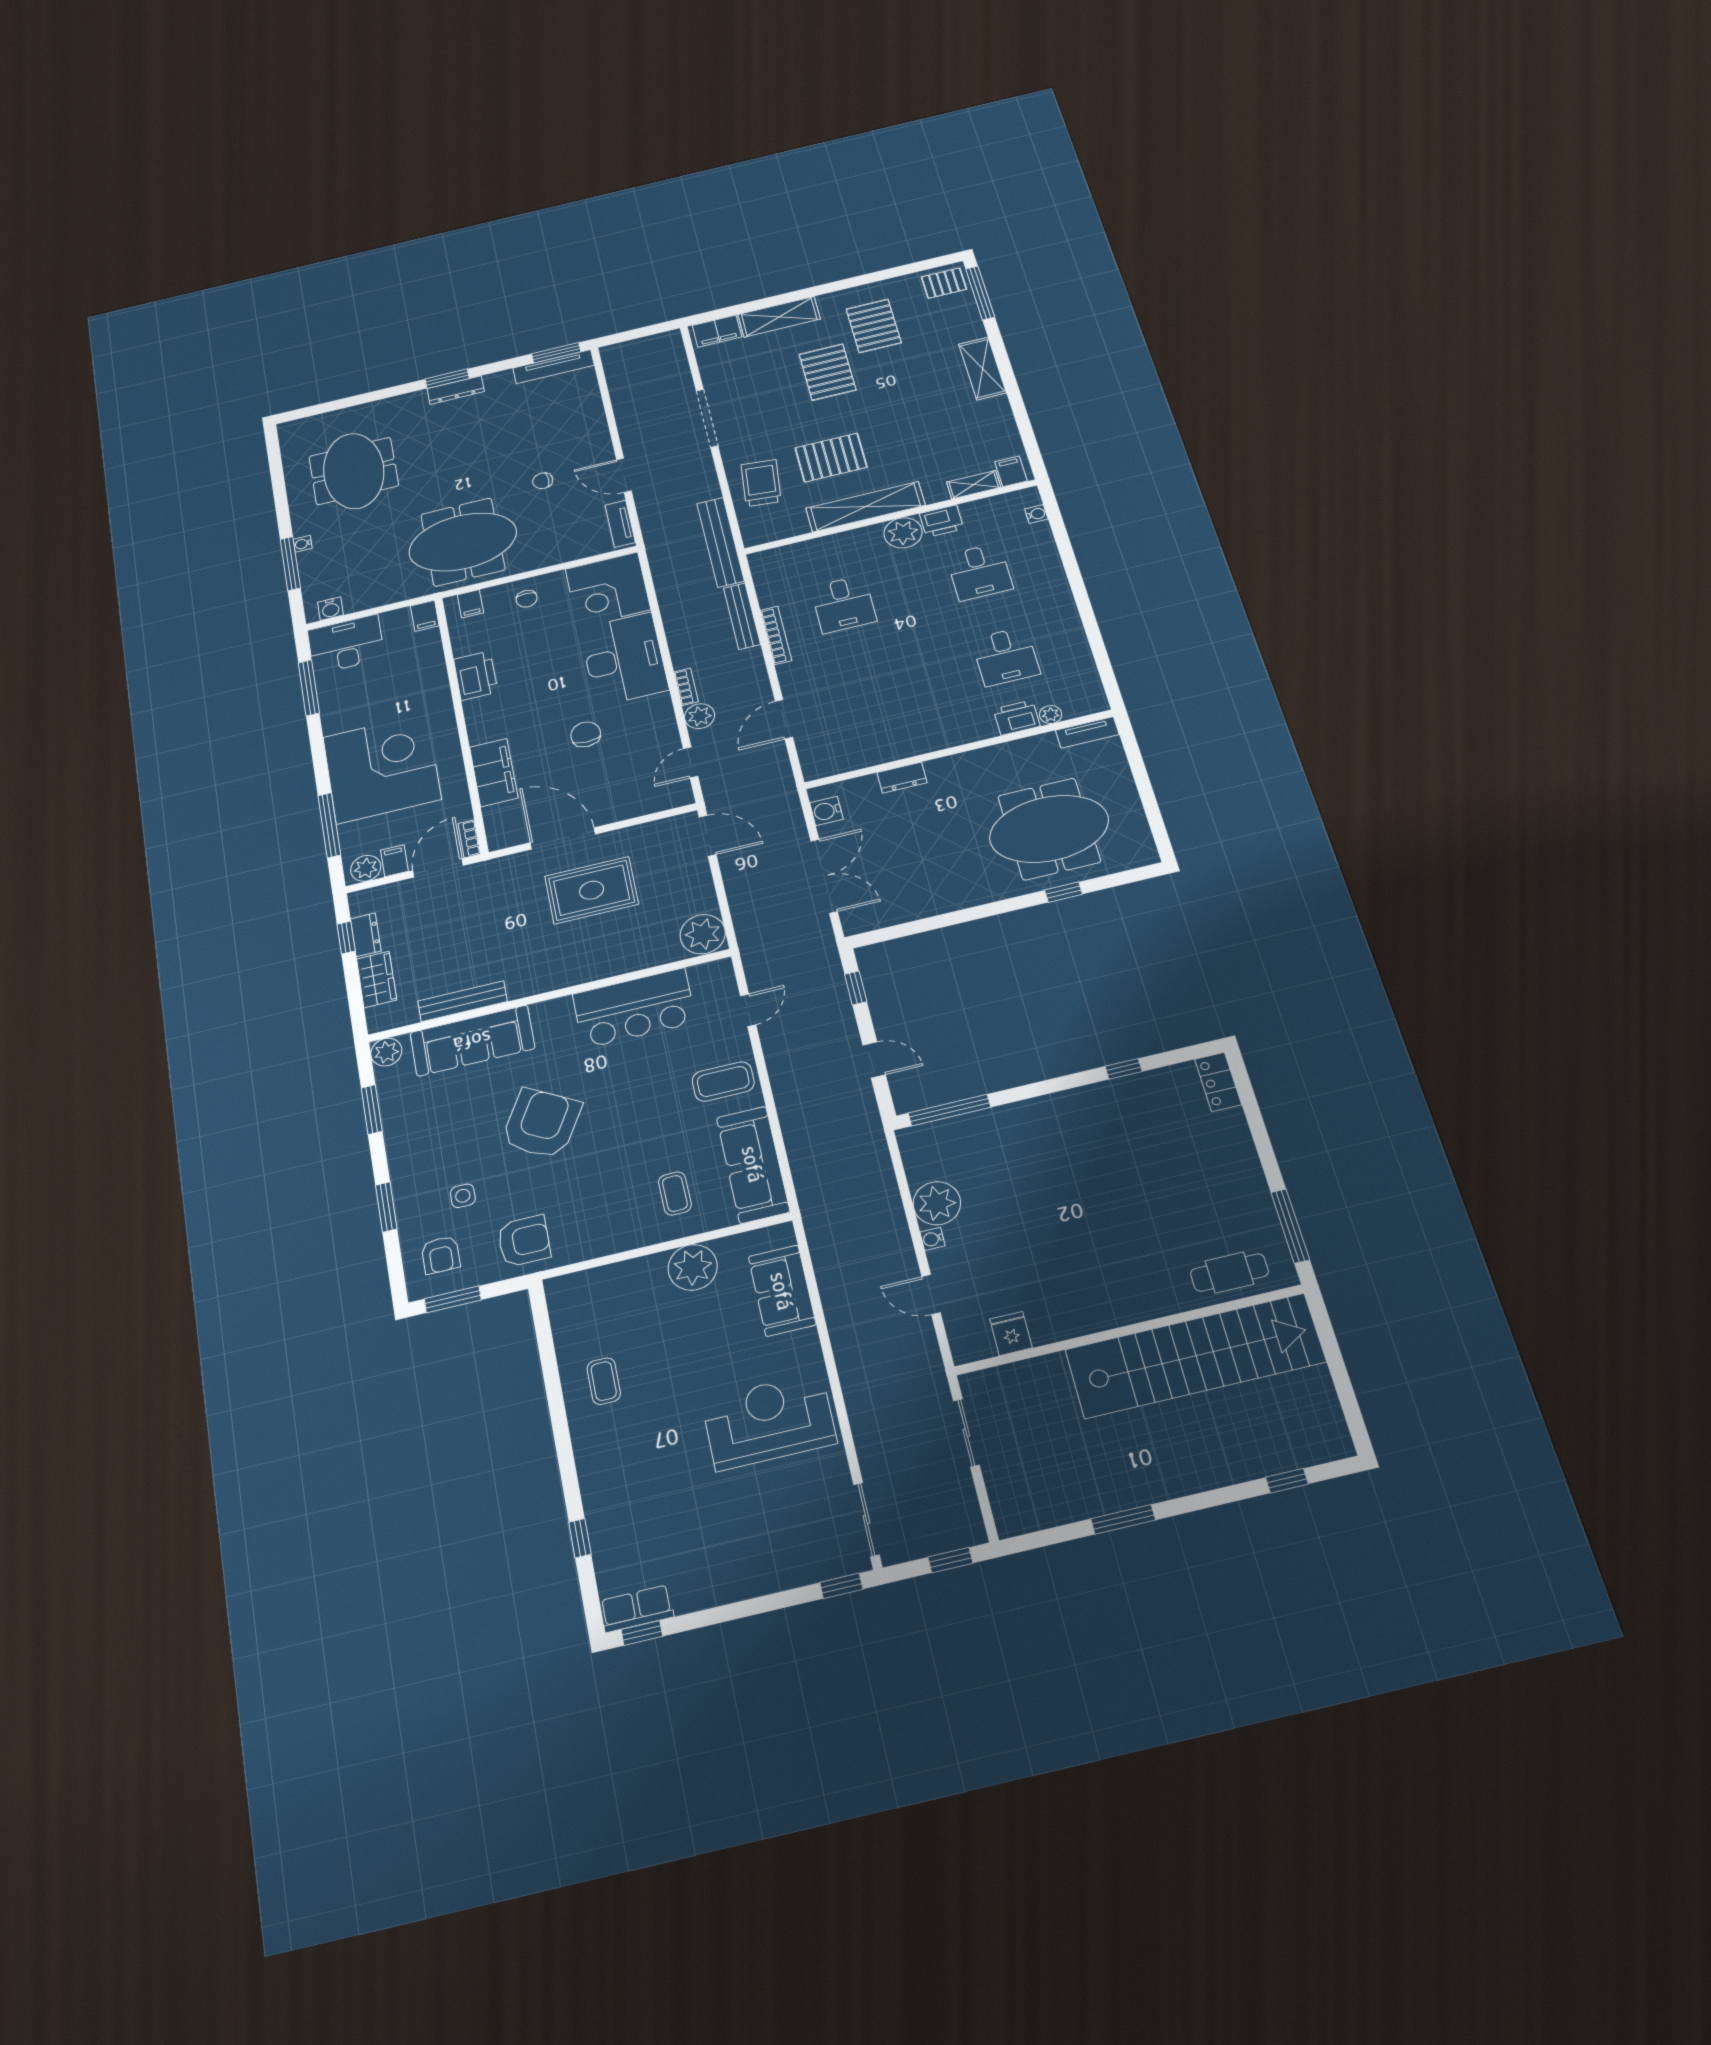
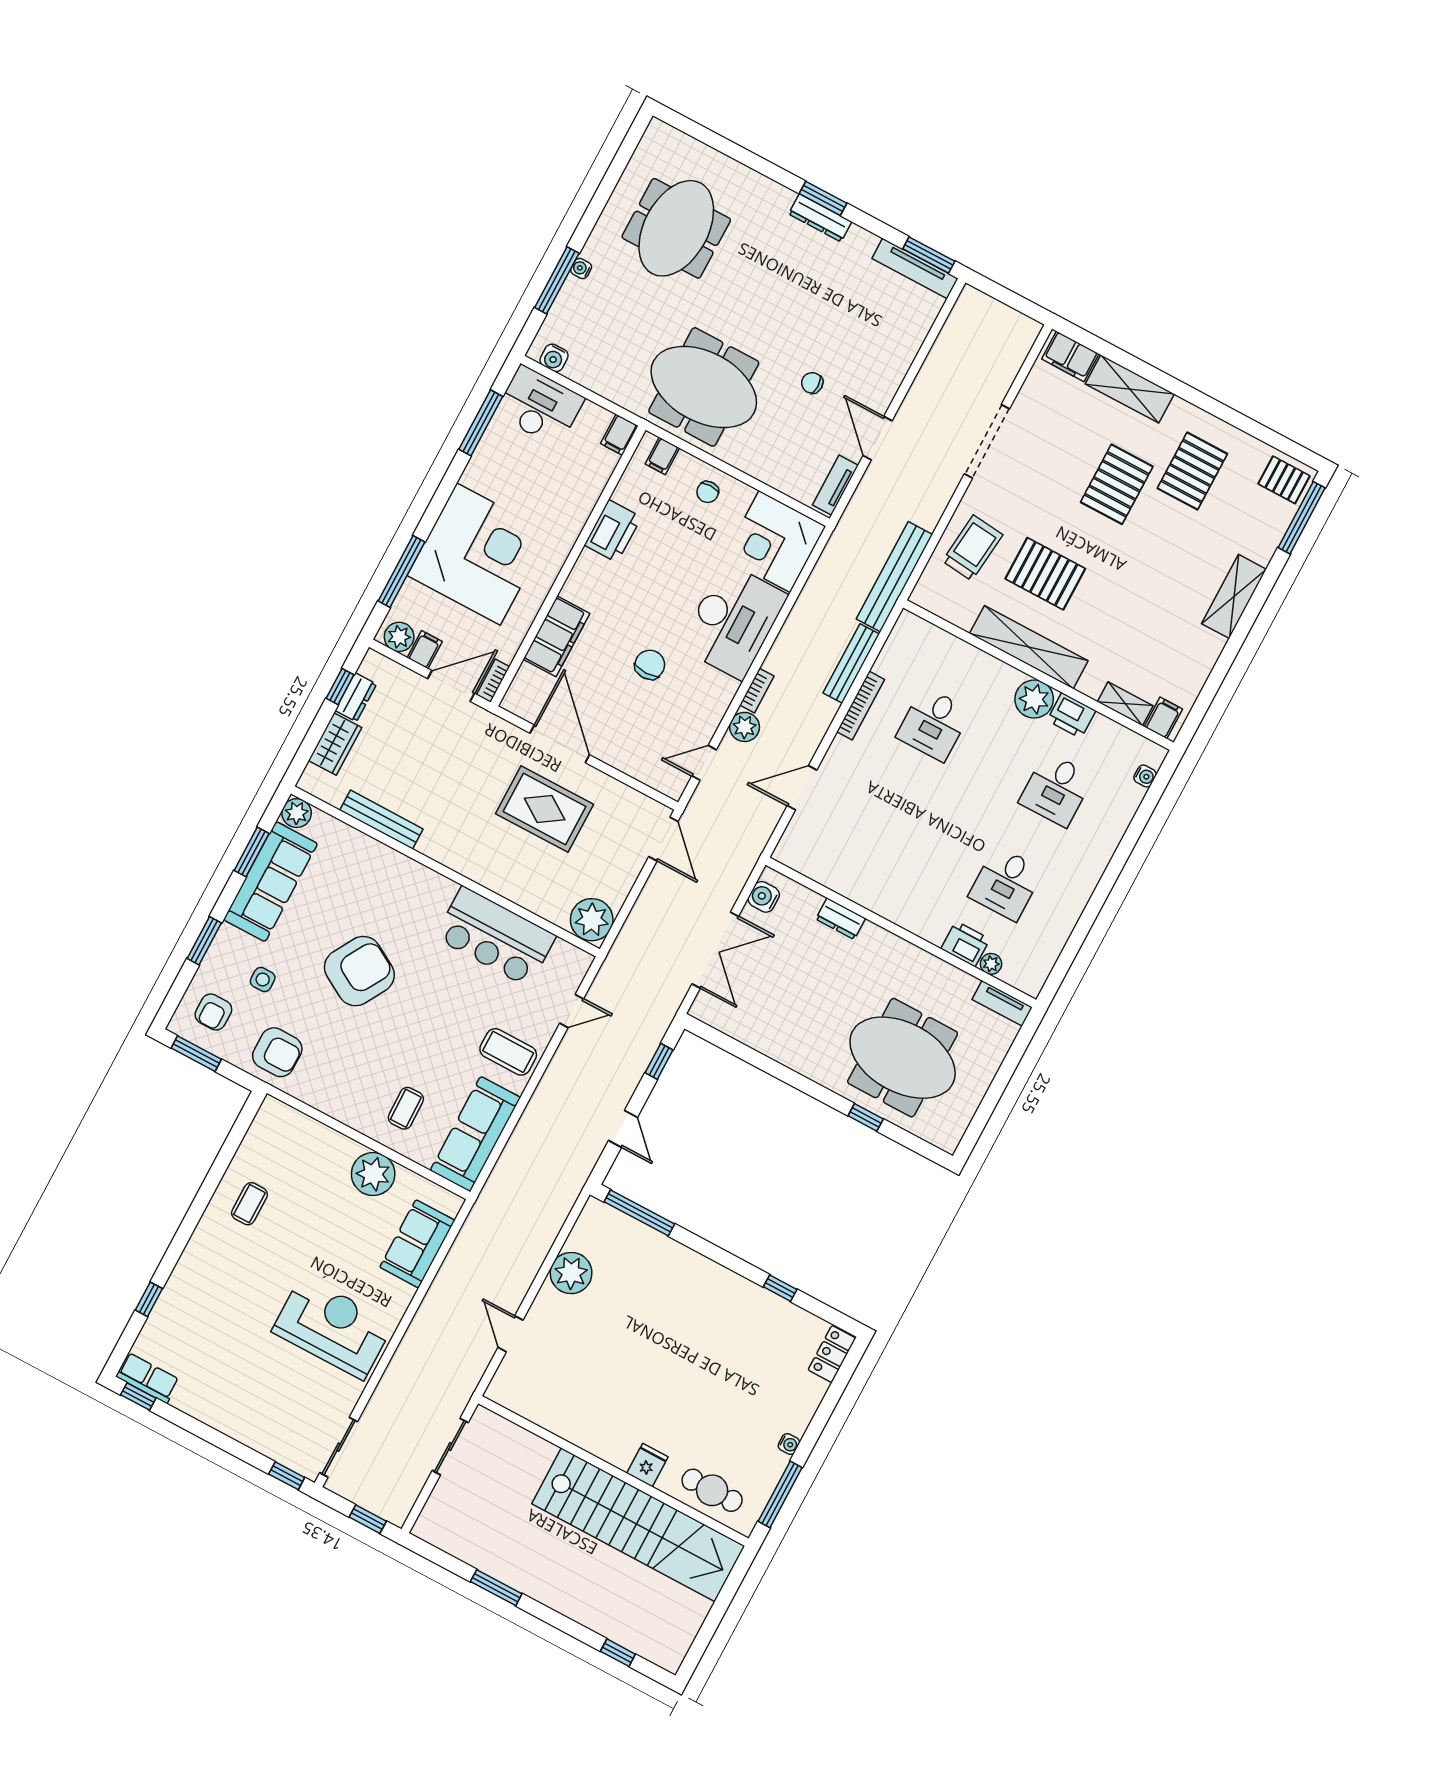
sofa: (472, 1041) -> (271, 882), moved, turned -90
water cooler: (933, 1239) -> (789, 1444), moved, turned 180
fridge: (1011, 1333) -> (647, 1465), moved

